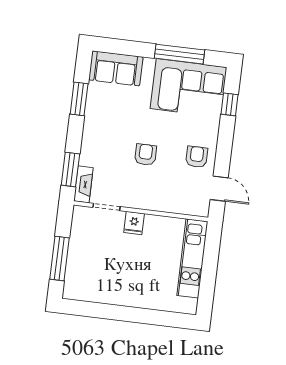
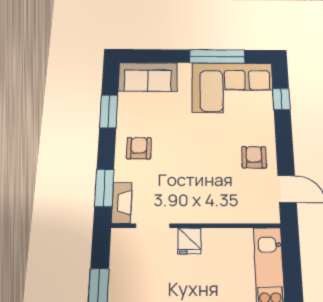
armchair: (146, 155) -> (139, 148), moved

